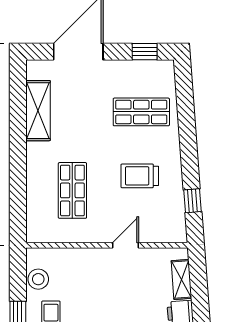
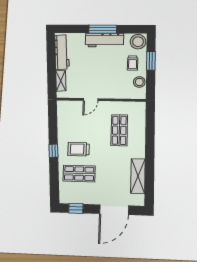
trolley: (140, 176) -> (79, 149), moved, turned 180
window: (193, 201) -> (53, 151), moved

